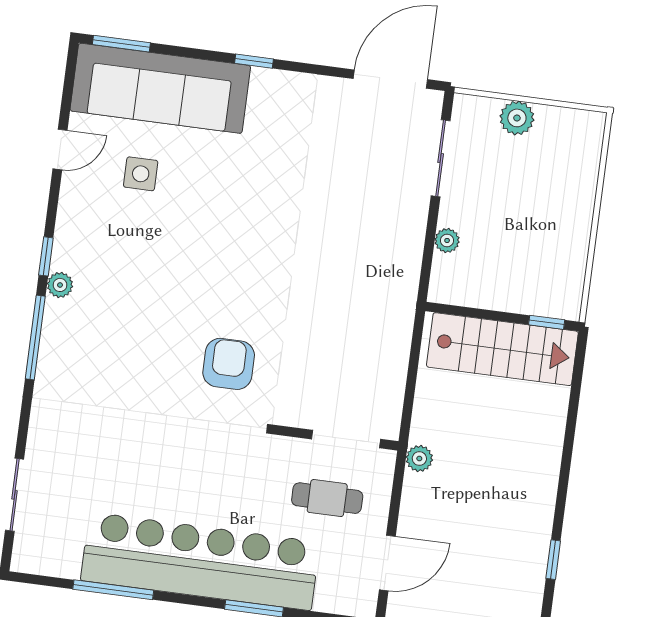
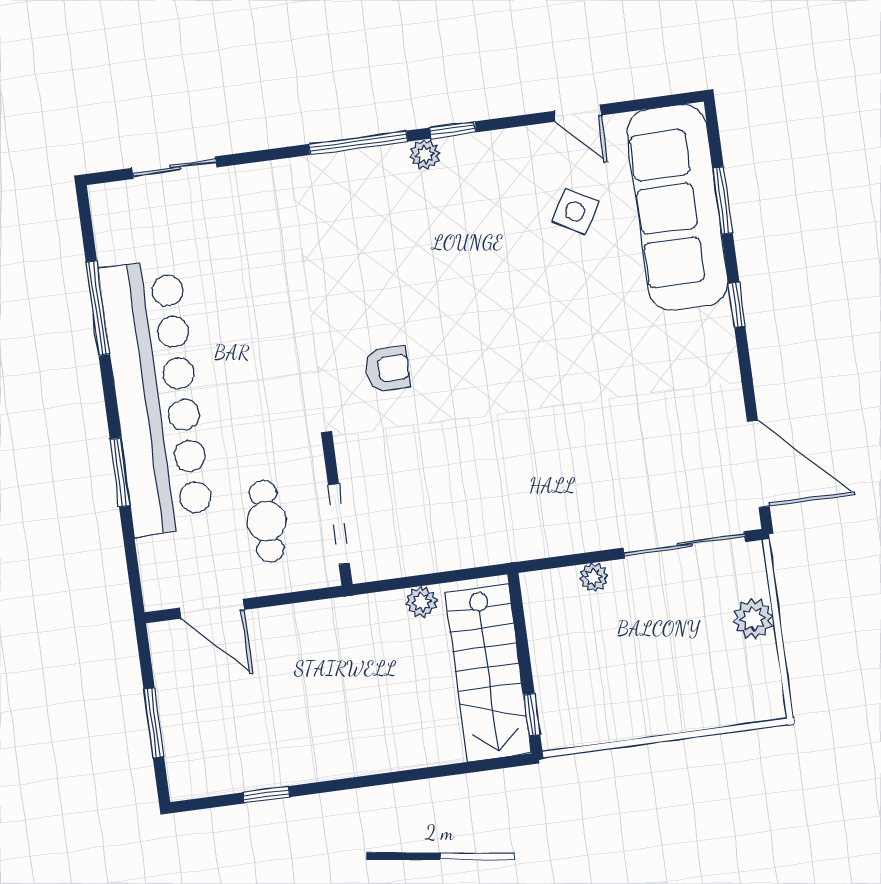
window: (121, 44) -> (723, 200), moved
sliding door: (441, 158) -> (685, 545), width x1.37
side table: (141, 174) -> (575, 211), turned 30
armchair: (229, 364) -> (388, 369), width x0.72, depth x0.72
plant: (419, 459) -> (422, 602), moved

